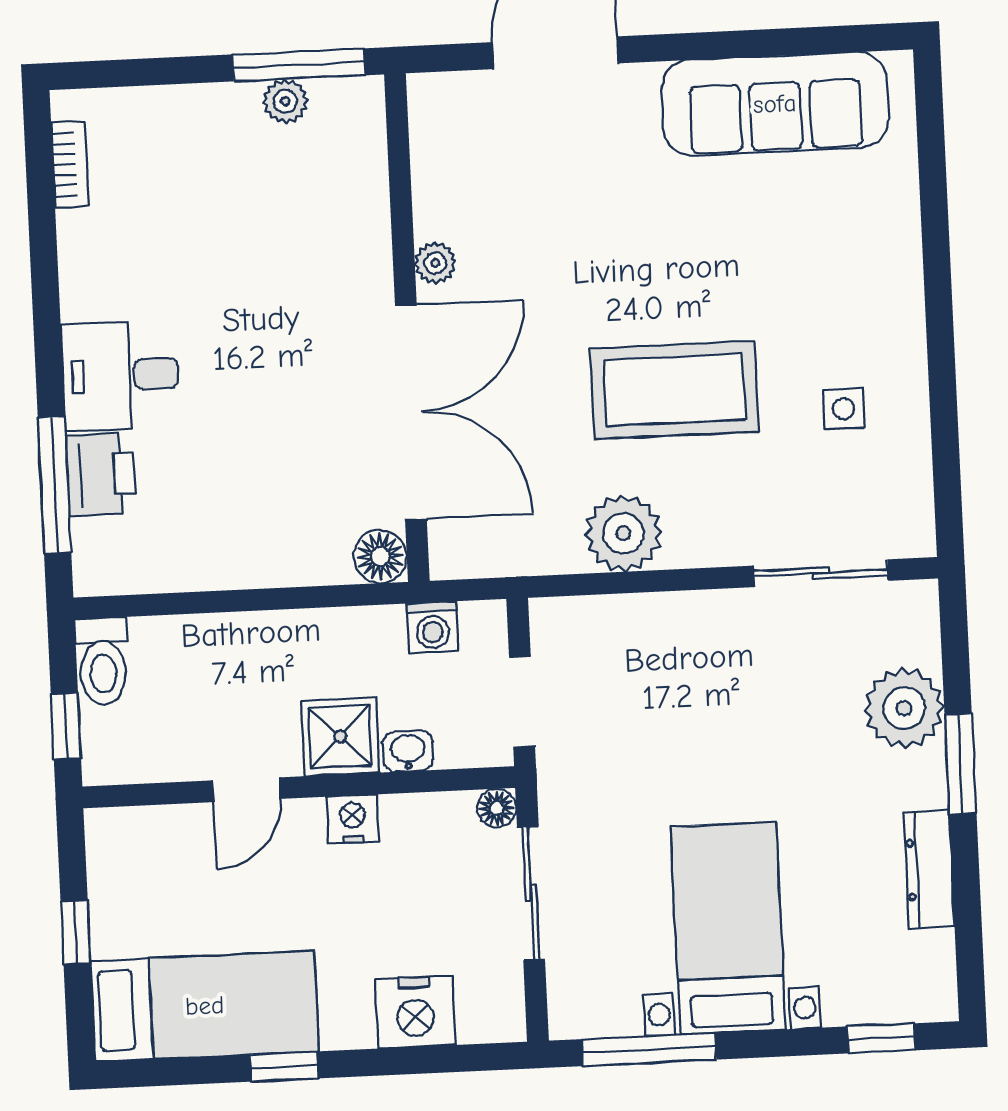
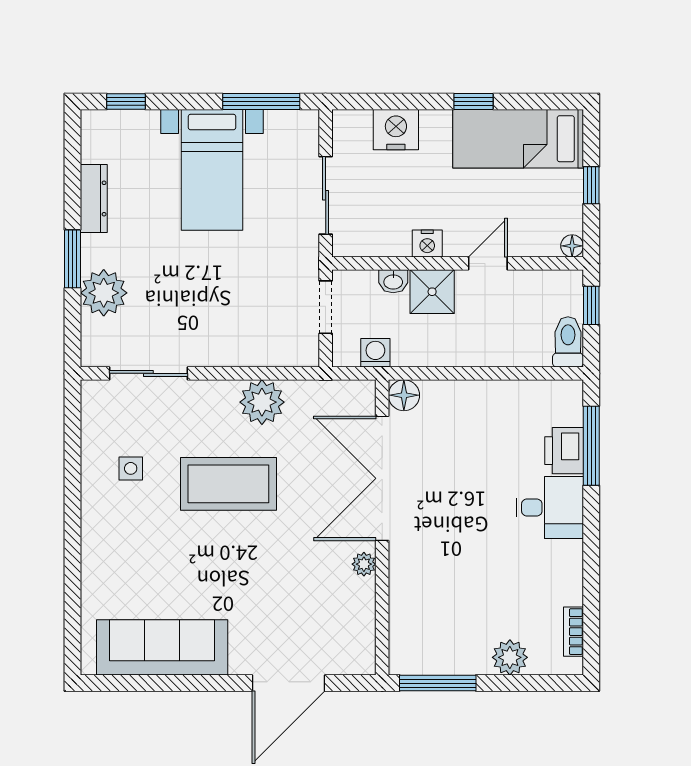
plant: (285, 101) -> (510, 657), moved, width x1.38, depth x1.38
floor lamp: (497, 808) -> (572, 246), moved

